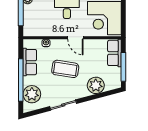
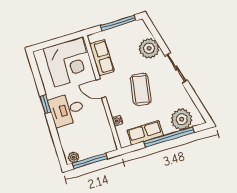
door: (75, 38) -> (101, 89), swing flipped
row of seats: (114, 53) -> (102, 58), moved, turned -90
sliding door: (63, 105) -> (176, 68), moved

